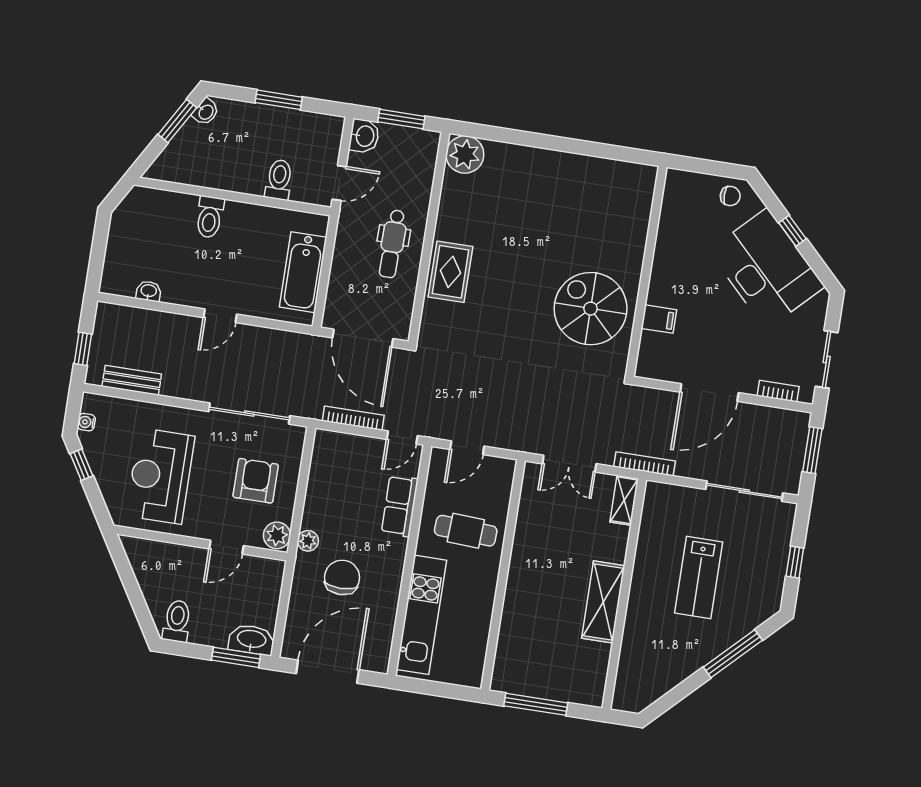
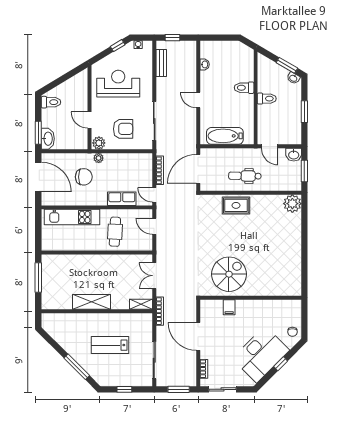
toilet: (279, 180) -> (267, 99), moved

